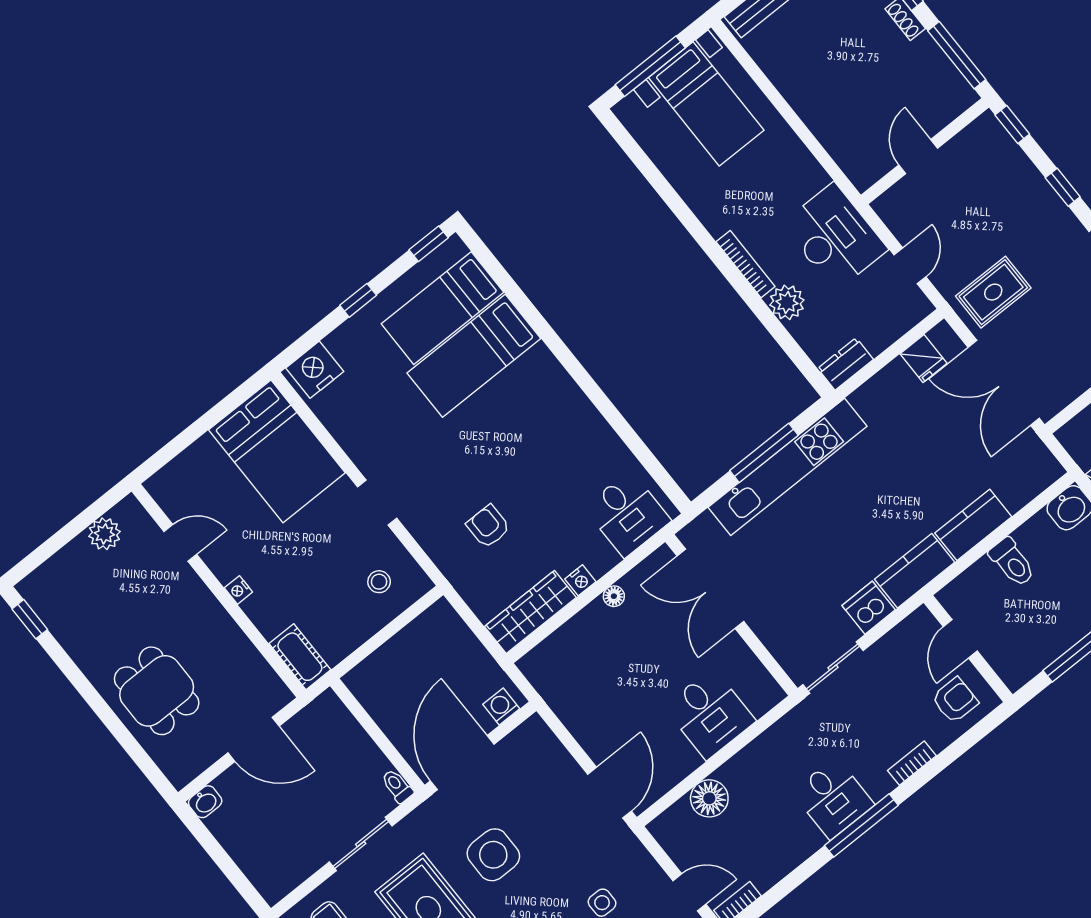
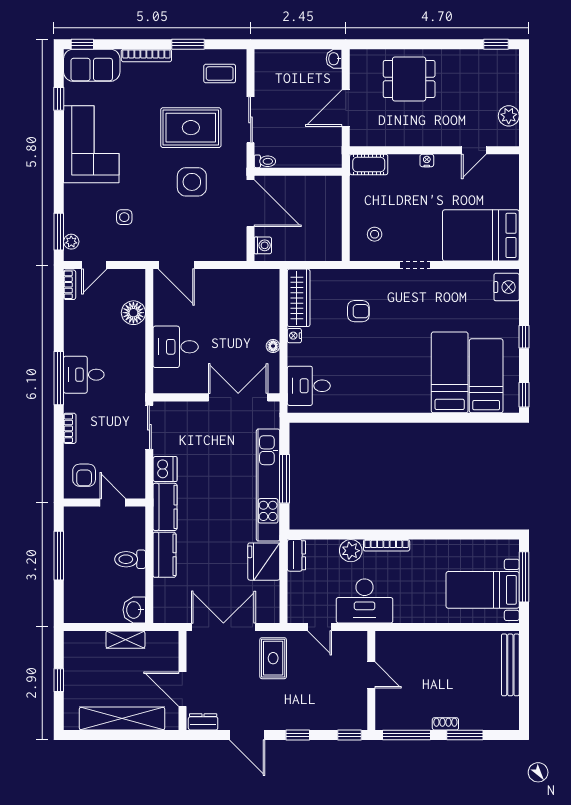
fridge: (924, 358) -> (264, 562), moved, width x1.88, depth x1.34

